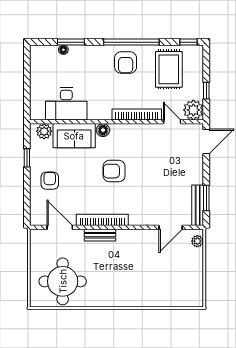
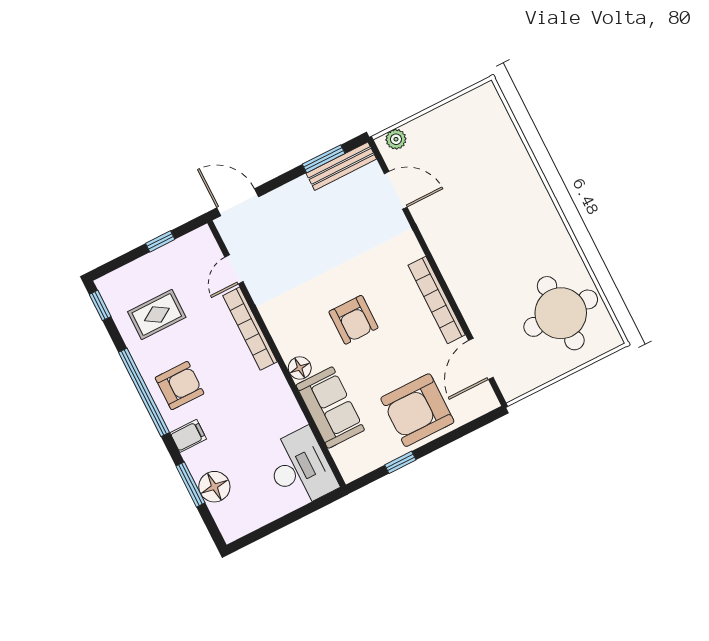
floor lamp: (63, 50) -> (214, 487), width x1.89, depth x1.89
filing cabinet: (97, 54) -> (188, 436), added
rug: (169, 69) -> (157, 315), width x0.73, depth x0.70
desk: (66, 104) -> (300, 468), moved
plant: (193, 110) -> (200, 246), removed
plant: (44, 131) -> (347, 457), removed
armchair: (50, 181) -> (417, 410), width x1.88, depth x1.88
bench: (100, 235) -> (462, 292), removed

